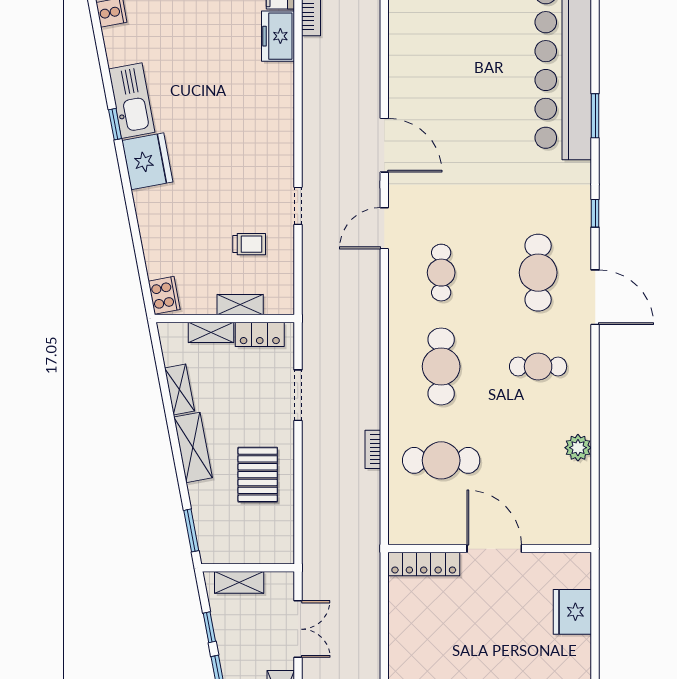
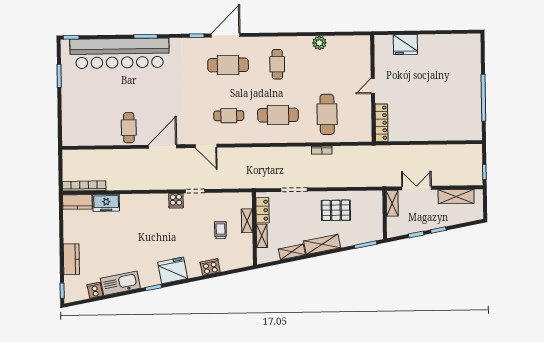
cafe table: (421, 81) -> (129, 128), added
kitchen sink: (132, 101) -> (120, 283), moved
cooker: (280, 169) -> (176, 201), added
trolley: (249, 244) -> (220, 230), moved
cooker: (164, 295) -> (210, 267), moved
door: (595, 297) -> (226, 35), moved
door: (494, 549) -> (373, 86), width x0.53
shelving: (239, 582) -> (392, 203), moved

